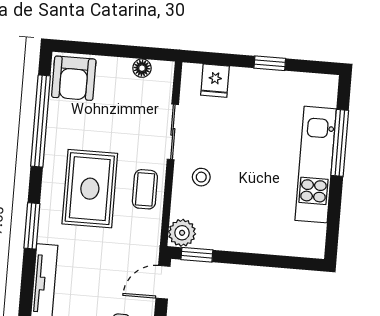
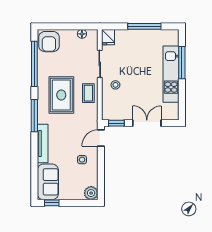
window: (270, 63) -> (144, 26), width x2.17
fridge: (215, 81) -> (108, 37), moved
window: (32, 226) -> (34, 116), width x1.44
plant: (182, 233) -> (108, 113), removed
double door: (259, 260) -> (147, 123), added

